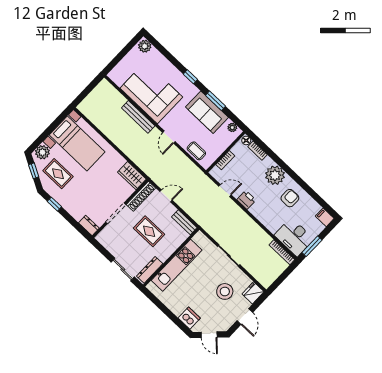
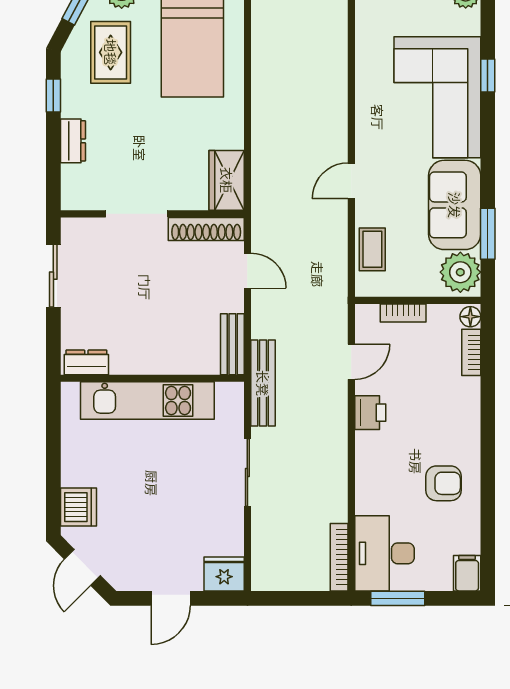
window: (190, 77) -> (488, 76), moved
corner sofa: (151, 93) -> (437, 97), moved, turned 180
window: (215, 101) -> (488, 234), moved
bench: (138, 117) -> (263, 383), moved
plant: (232, 127) -> (460, 272), width x1.88, depth x1.88
plant: (275, 175) -> (458, 421), removed
door: (225, 191) -> (351, 362), hinge flipped
dresser: (89, 225) -> (73, 141), moved
rug: (149, 231) -> (160, 299), removed
sliding door: (123, 270) -> (53, 276), moved
dresser: (150, 270) -> (86, 362), width x0.70
stool: (225, 291) -> (181, 524), removed

